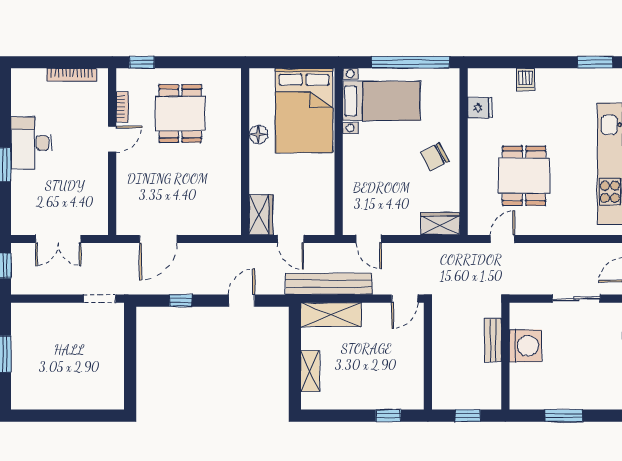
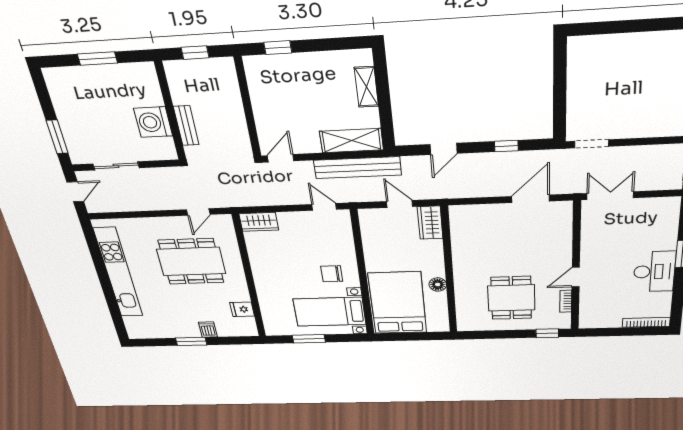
window: (410, 62) -> (309, 339), width x0.47
window: (595, 62) -> (191, 341), moved
bookcase: (72, 75) -> (646, 322), moved
chair: (435, 157) -> (332, 274), moved, turned -152
dining table: (524, 176) -> (191, 261), width x1.37
double door: (58, 239) -> (610, 196), moved

